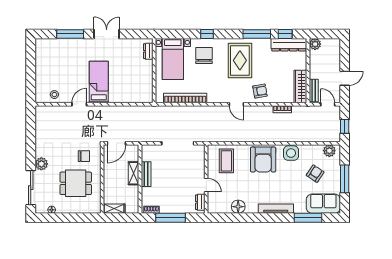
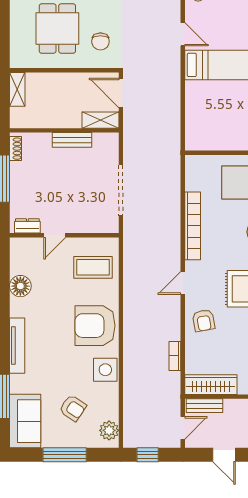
bookcase: (185, 98) -> (193, 226), moved
shelving: (133, 173) -> (100, 120), moved

